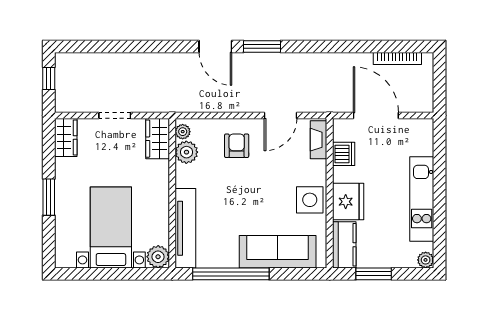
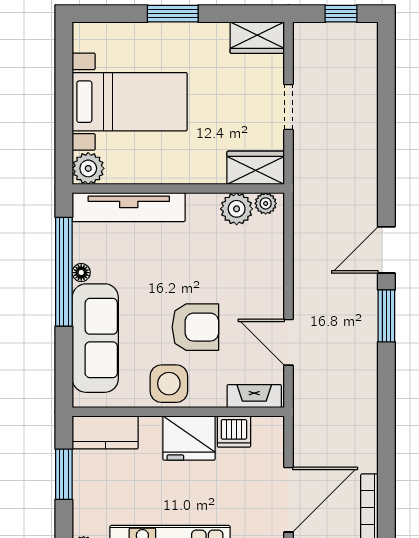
door: (376, 115) -> (289, 500), moved
armchair: (237, 146) -> (195, 327), moved, width x1.38, depth x1.38
fridge: (348, 202) -> (189, 438), moved
floor lamp: (231, 262) -> (81, 273), added

